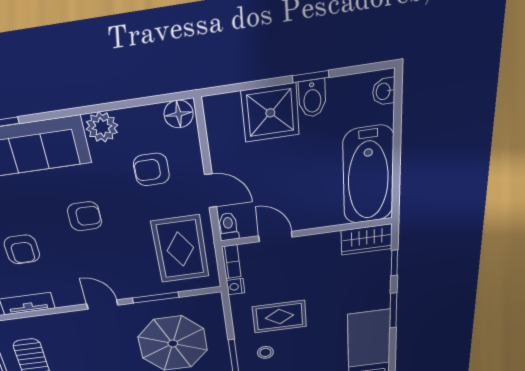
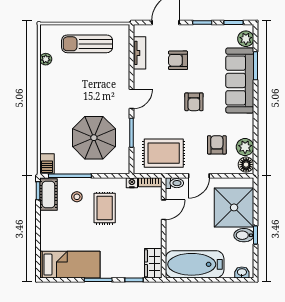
shower: (270, 113) -> (234, 207), width x1.37, depth x1.37
plant: (102, 127) -> (245, 147), moved

